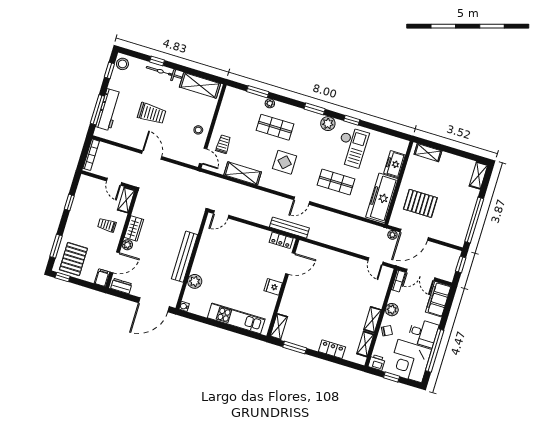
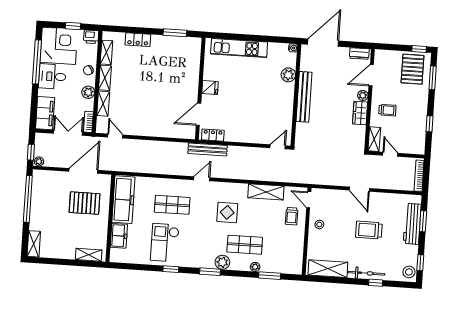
window: (97, 110) -> (423, 221), width x0.69
plant: (328, 124) -> (222, 262), moved
plant: (392, 235) -> (39, 161), moved
filing cabinet: (102, 278) -> (380, 57), removed
shelving: (279, 327) -> (103, 104), moved

